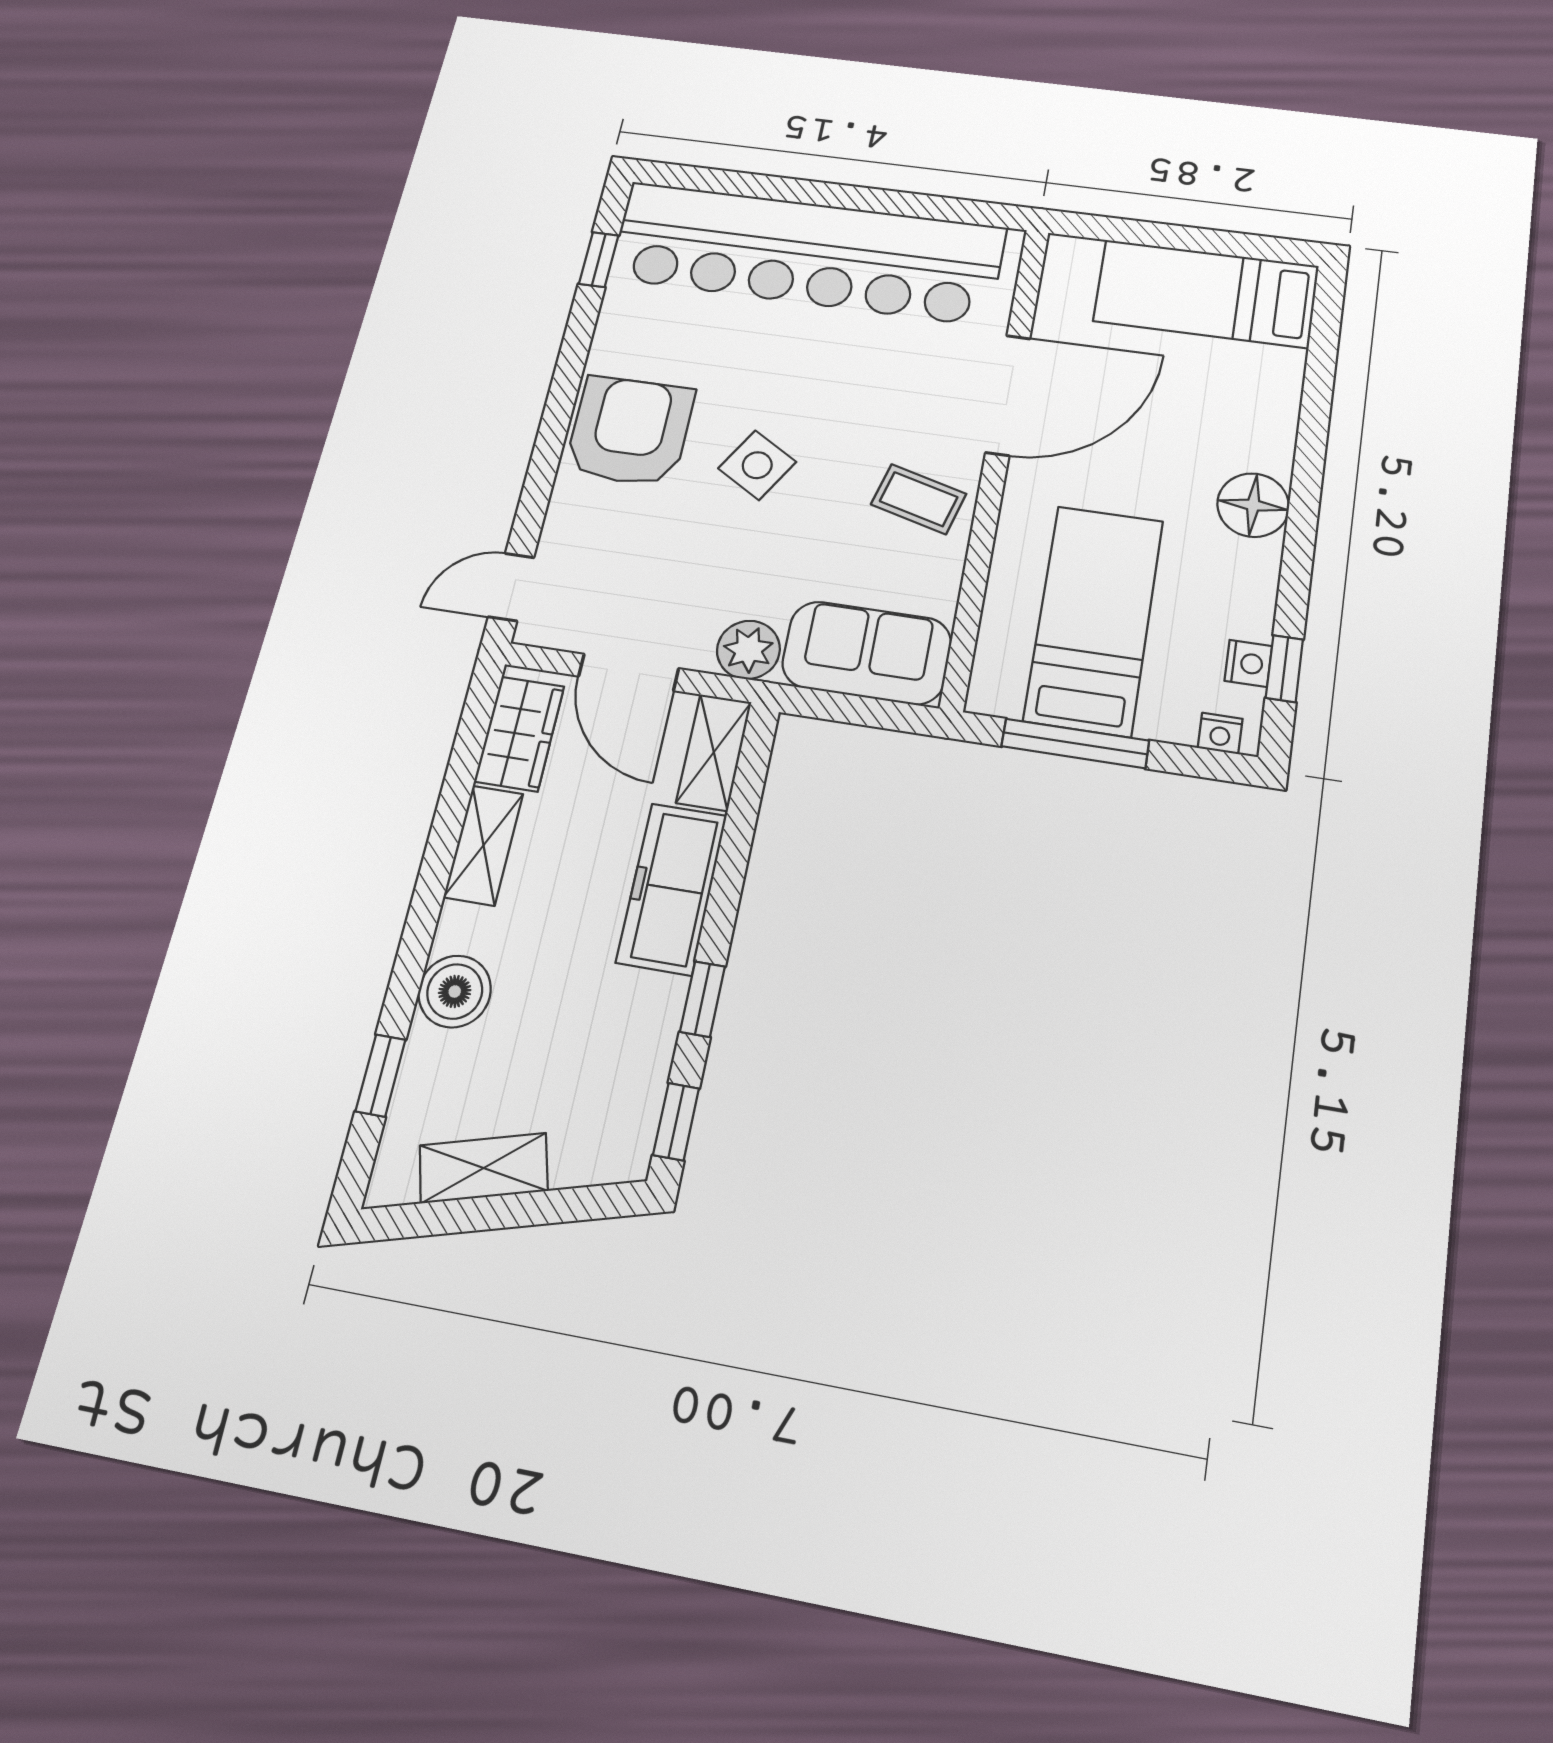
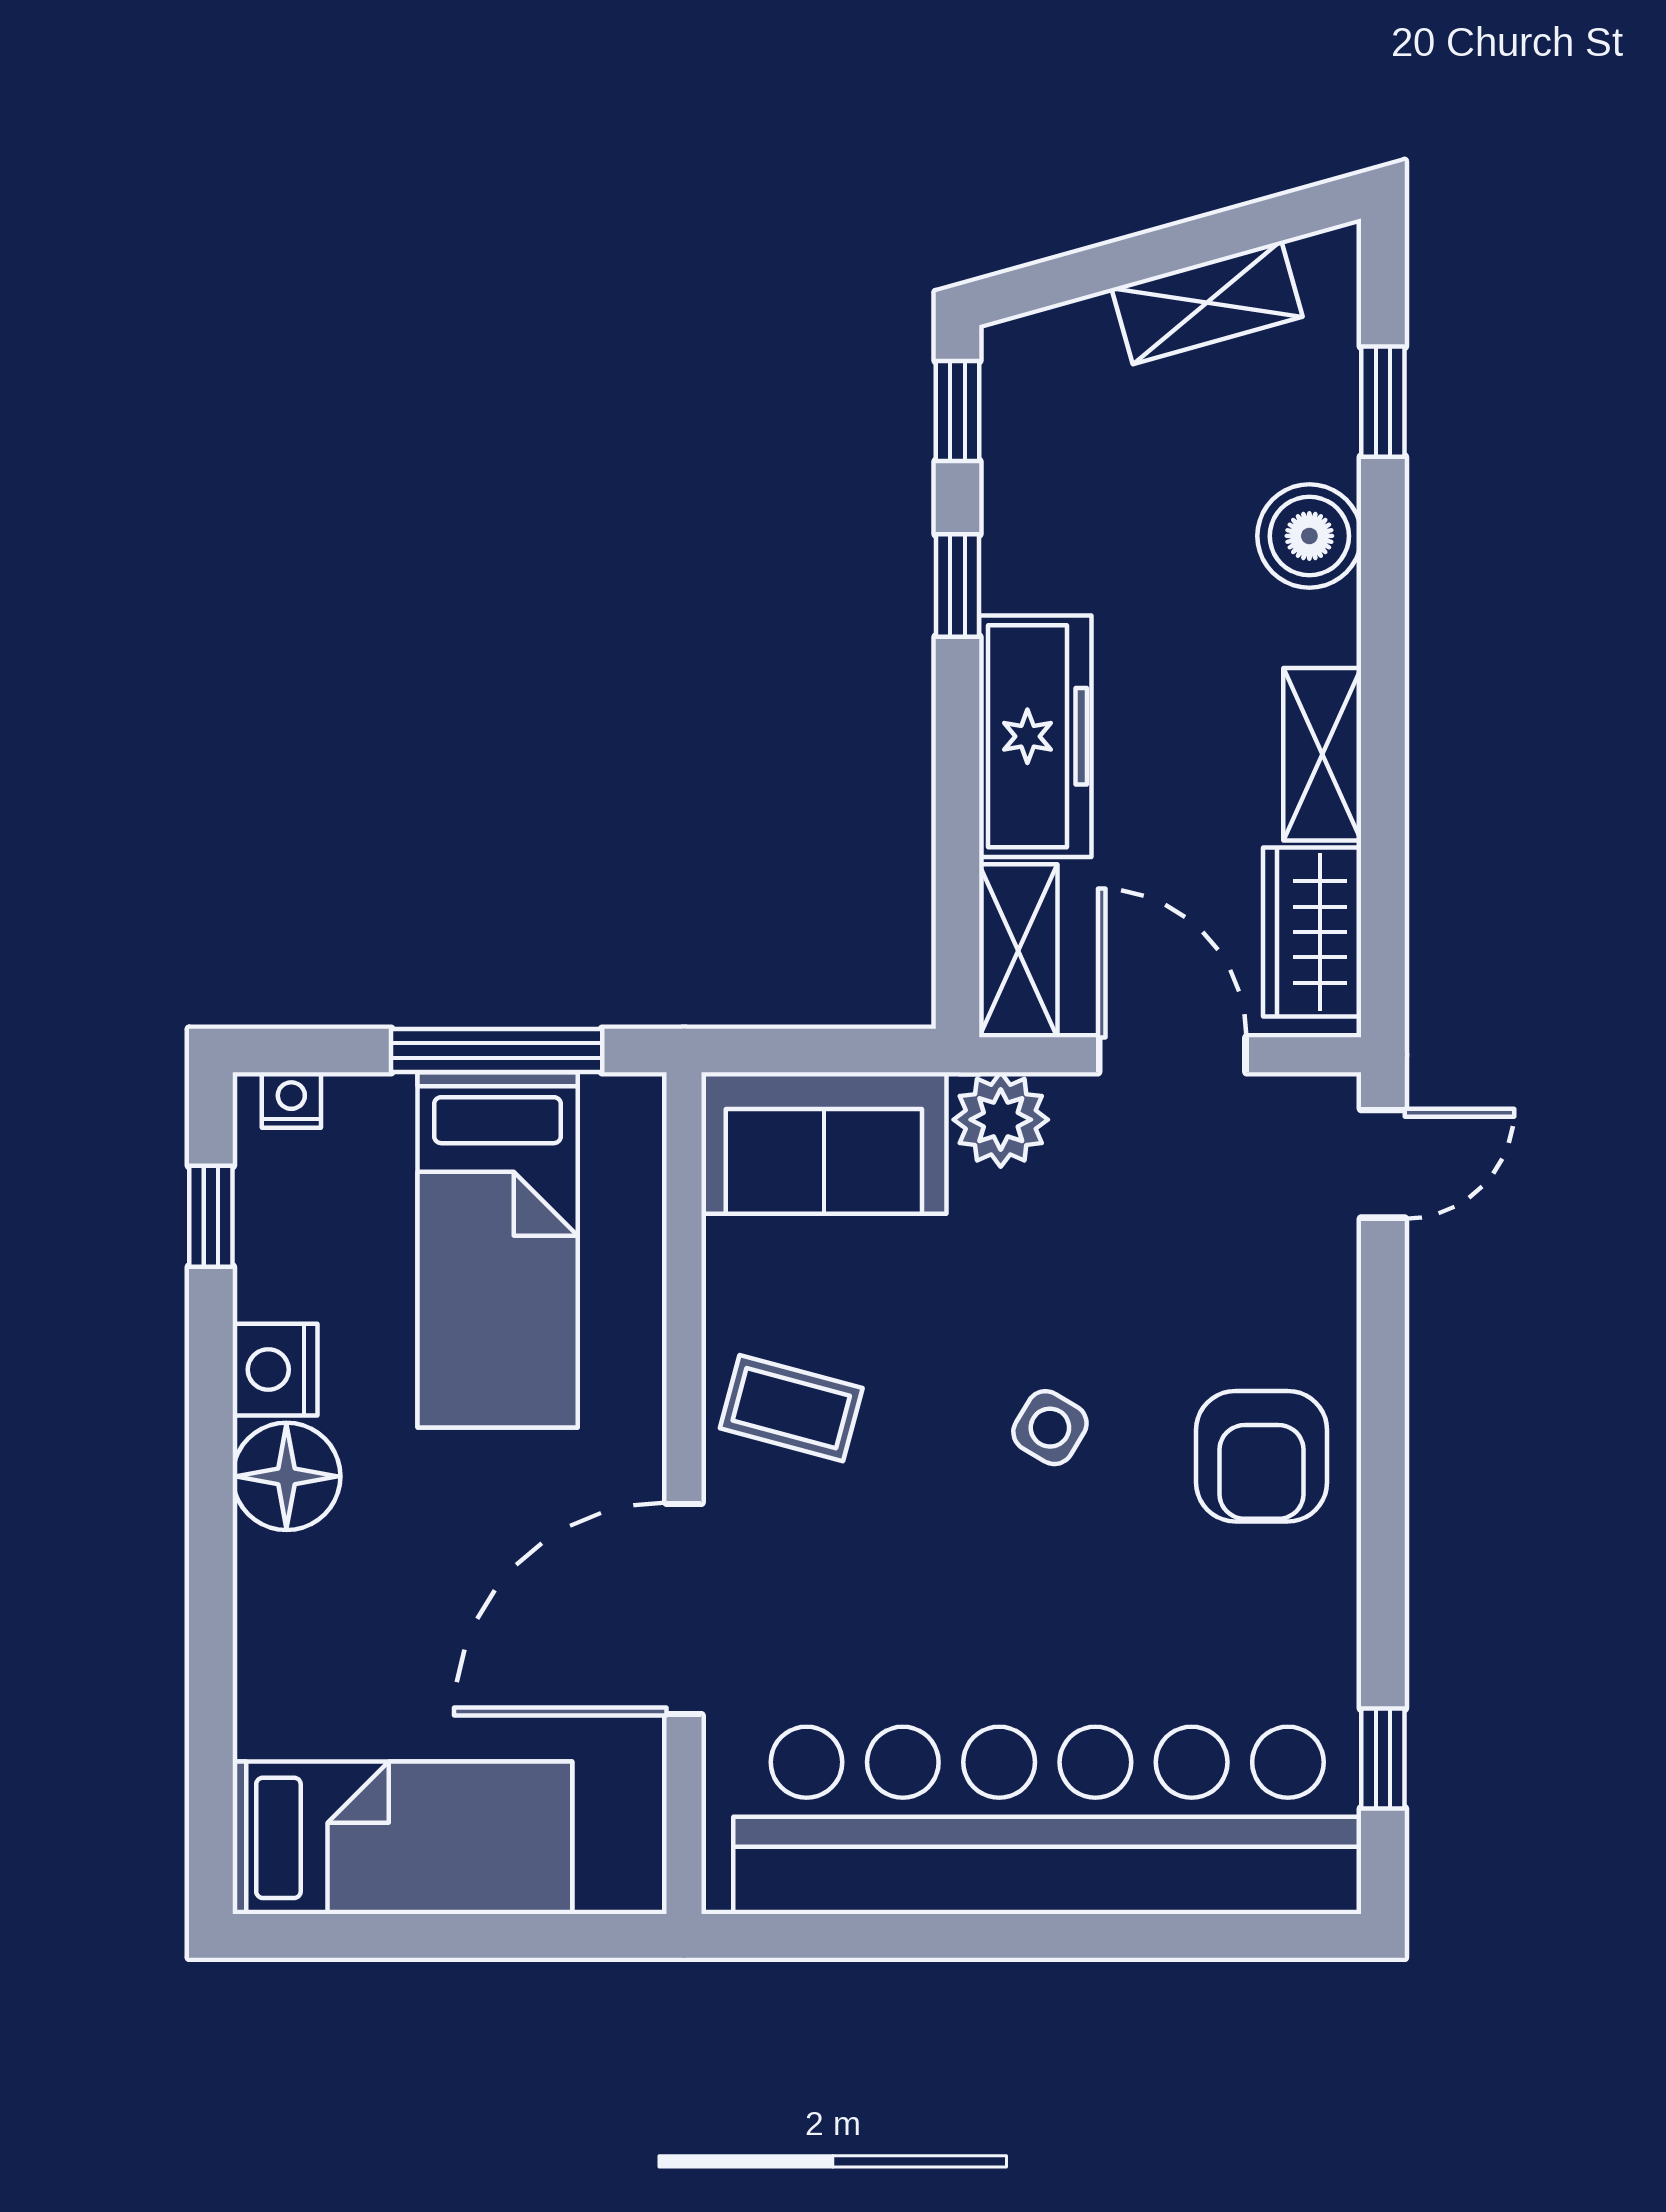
armchair: (630, 431) -> (1262, 1456), width x0.73, depth x0.73
side table: (757, 465) -> (1050, 1428), width x0.73, depth x0.73
nightstand: (1248, 663) -> (275, 1370), moved, width x1.39, depth x1.35

